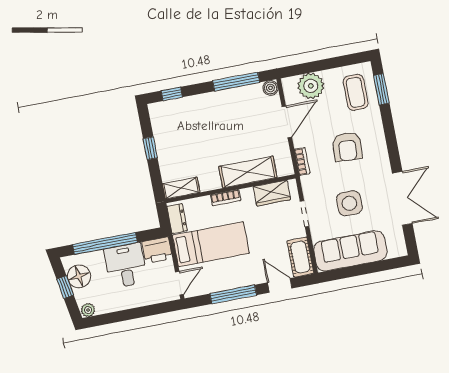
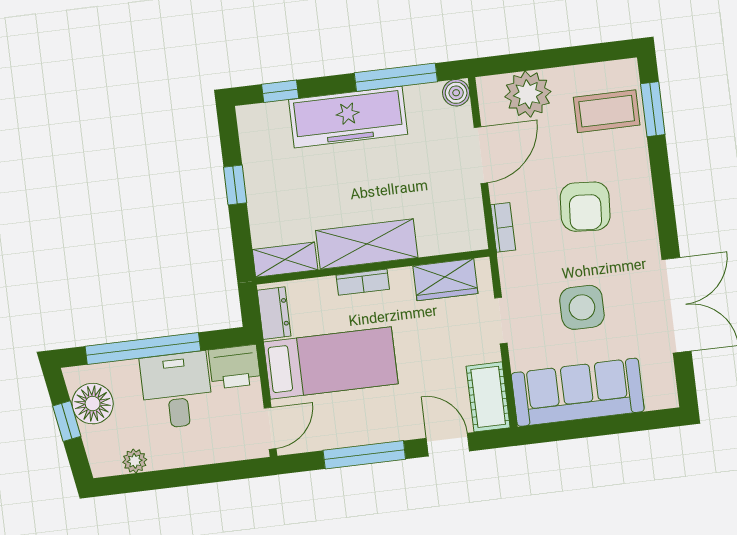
coffee table: (356, 92) -> (607, 111), turned 90
freezer: (211, 106) -> (348, 117), added
shelving: (248, 172) -> (367, 244), moved
plant: (88, 310) -> (135, 461), moved

